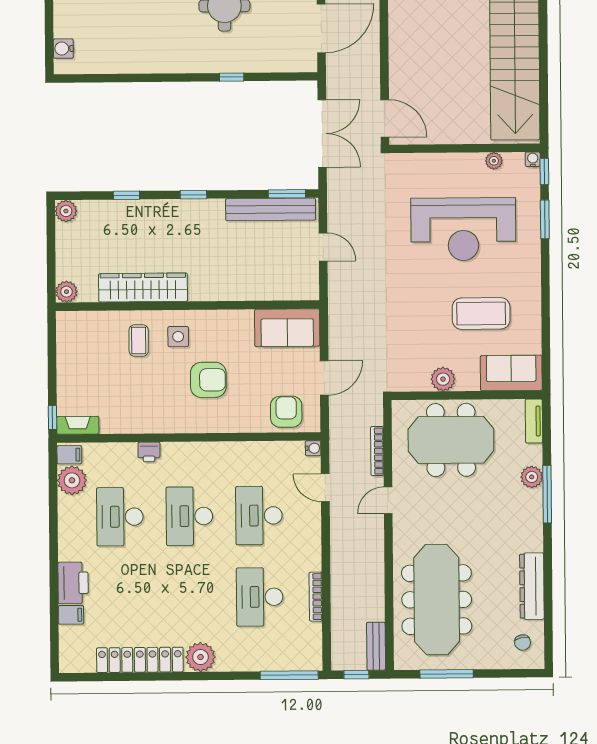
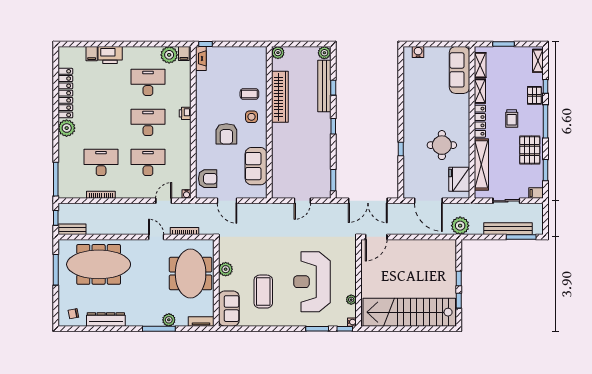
bench: (271, 209) -> (324, 86), moved
sofa: (287, 328) -> (256, 166), moved
printer: (149, 452) -> (185, 113), moved

